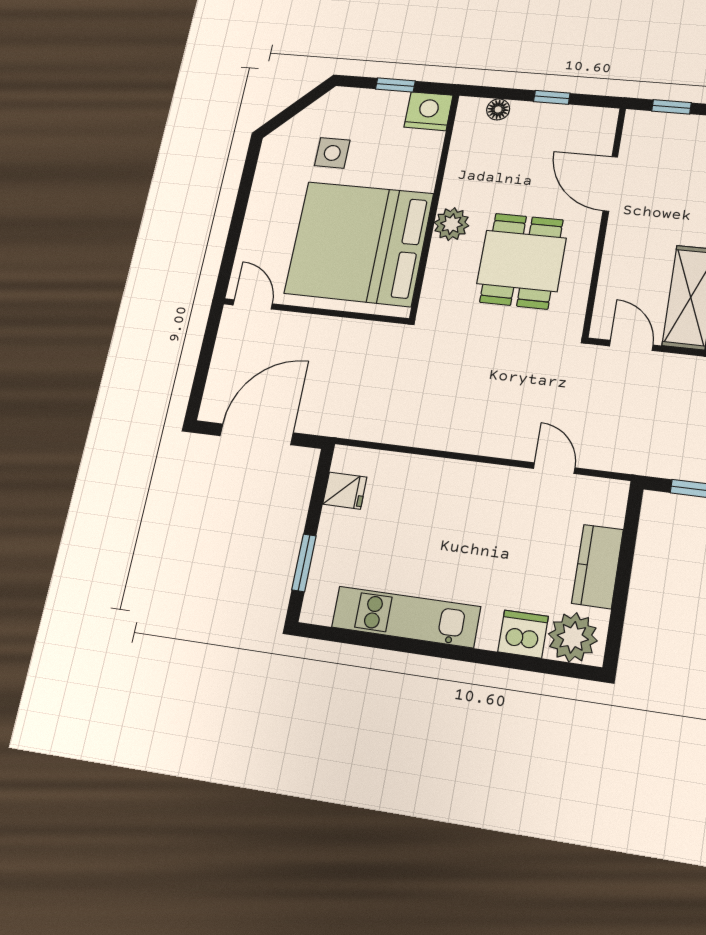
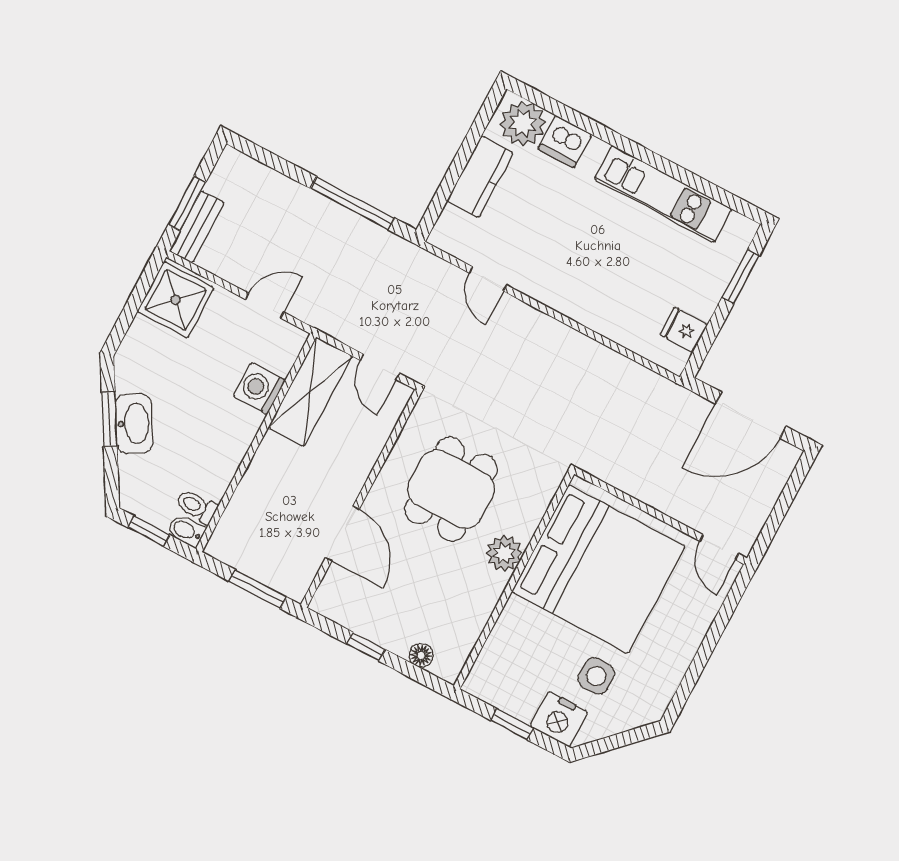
window: (671, 107) -> (258, 589), width x1.50
nightstand: (428, 111) -> (559, 719), moved

